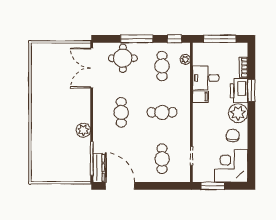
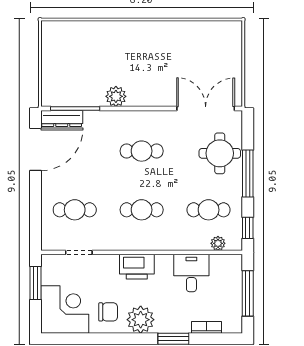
printer: (239, 91) -> (137, 267), moved, turned 180
filing cabinet: (201, 97) -> (164, 265), removed
cafe table: (162, 112) -> (142, 210), turned 90

